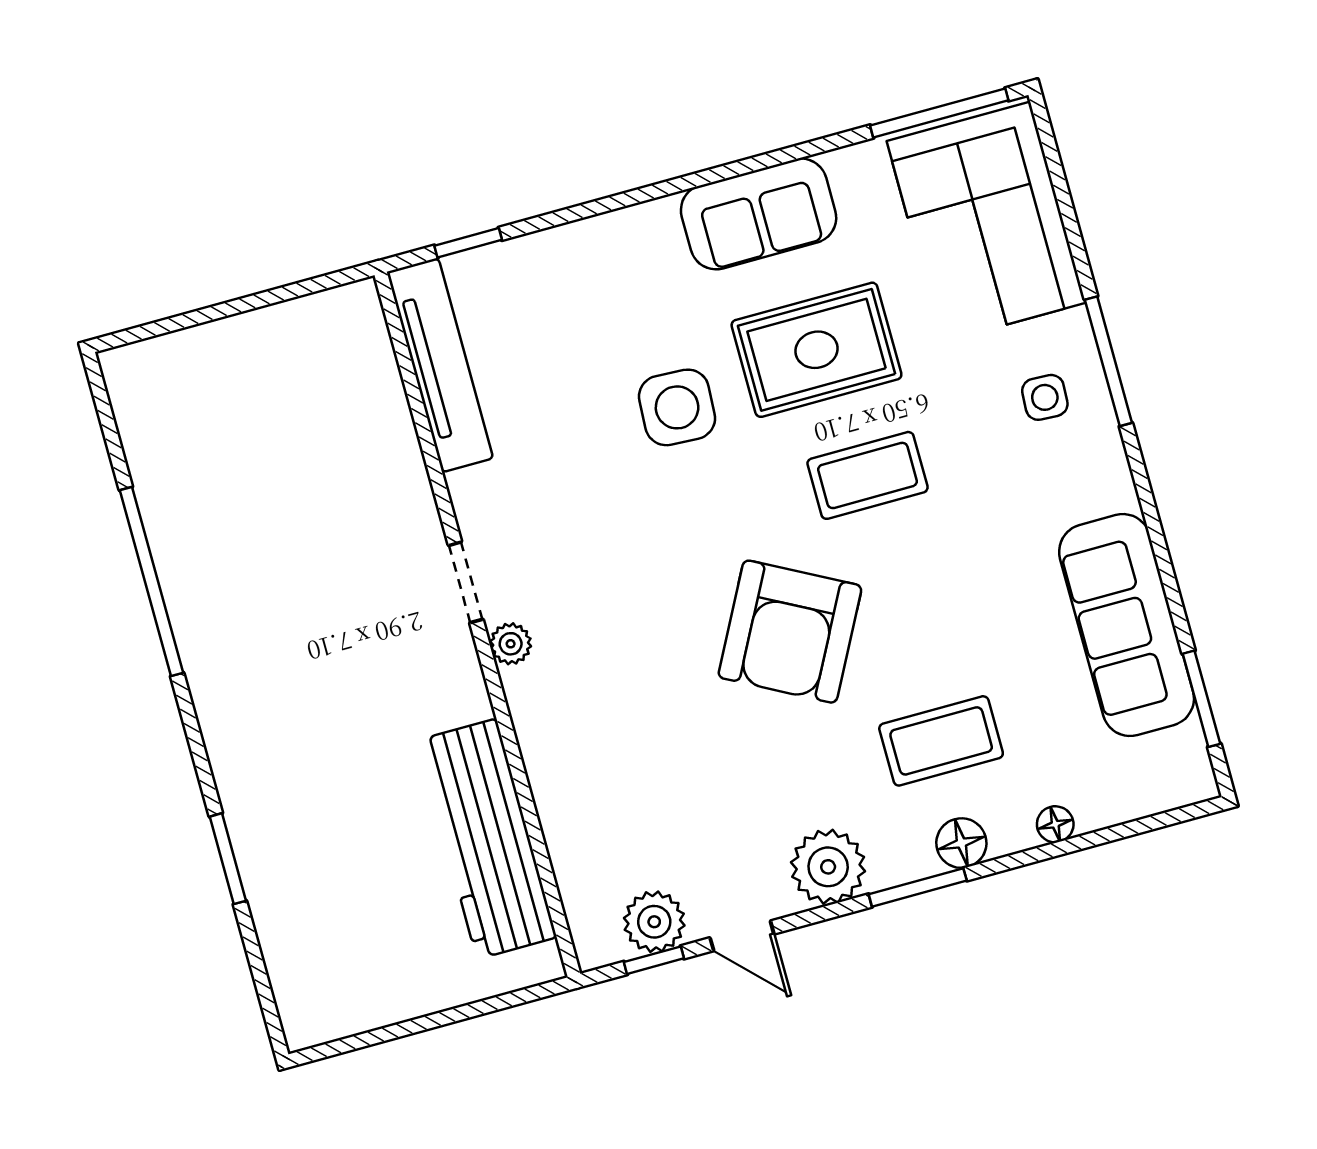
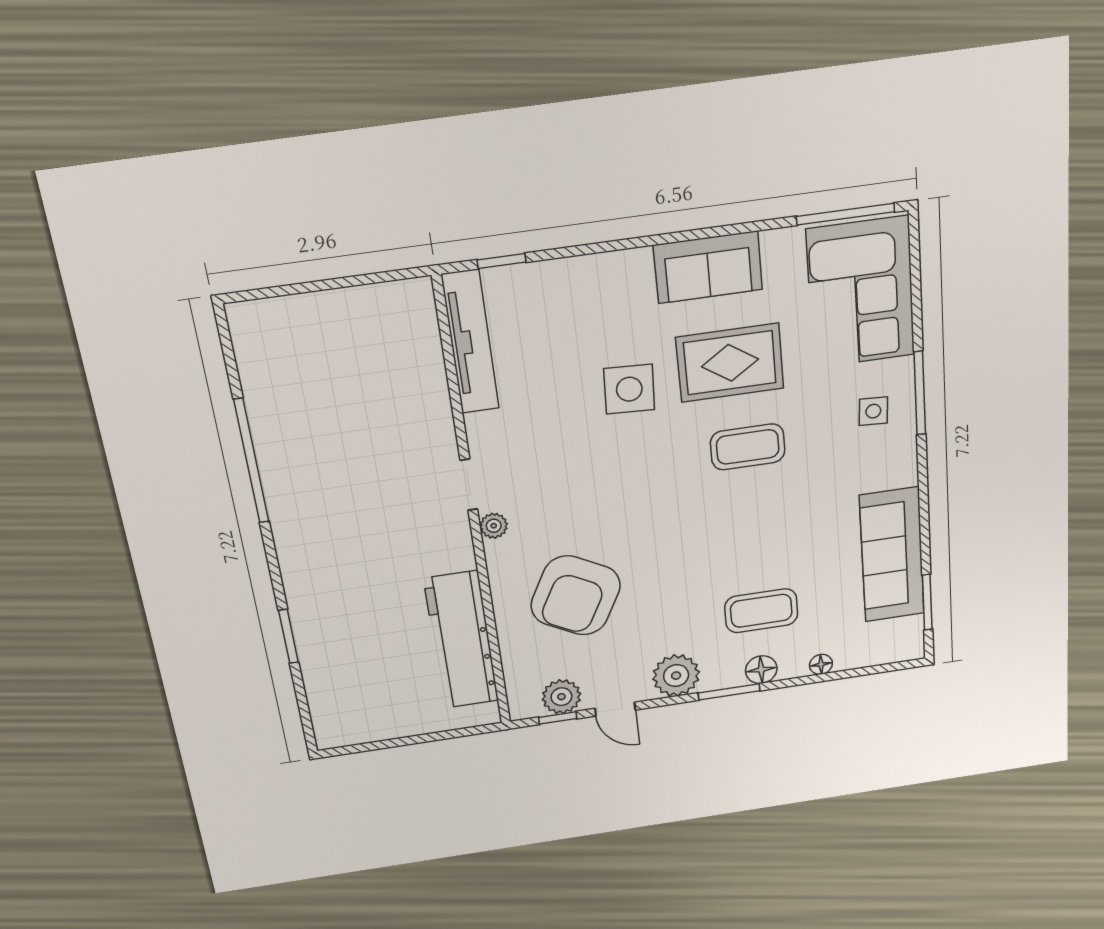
armchair: (790, 632) -> (576, 595), moved

